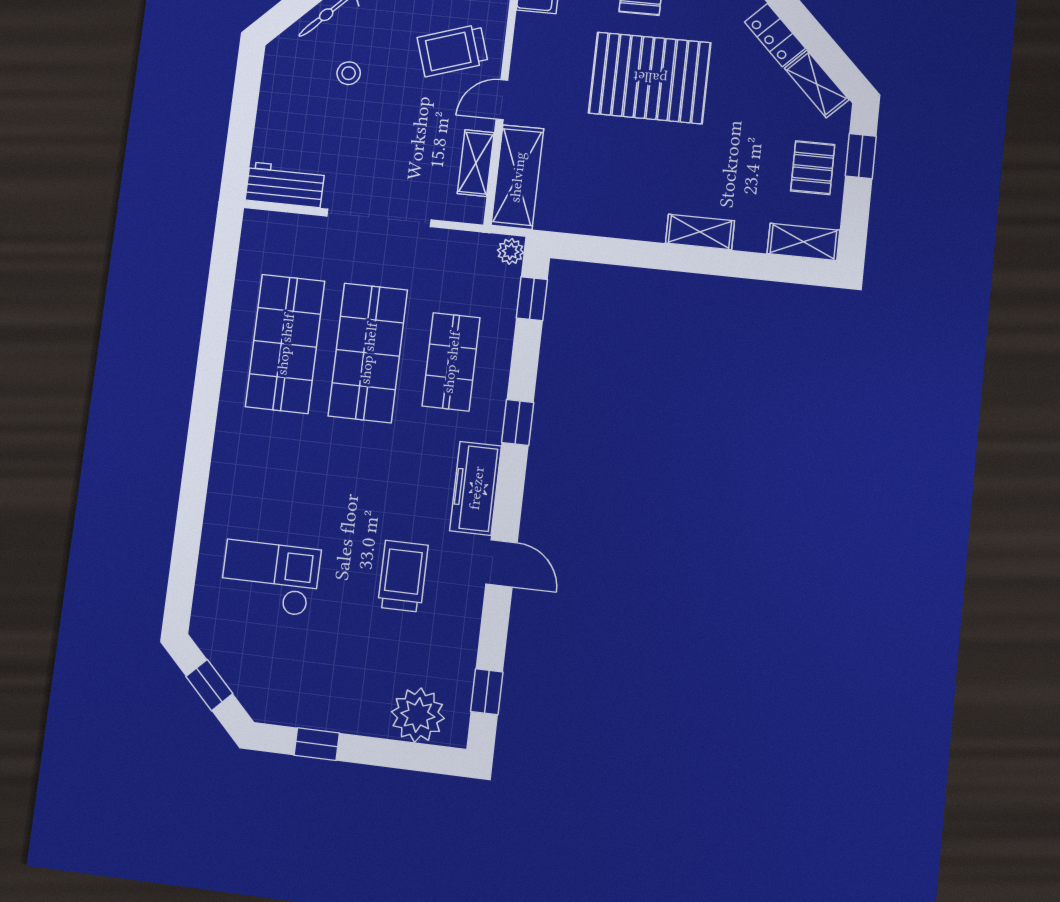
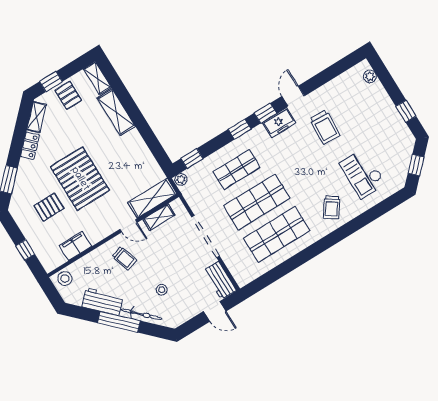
trolley: (453, 50) -> (124, 258), width x0.73, depth x0.72
door: (240, 136) -> (215, 311), added
pallet: (813, 168) -> (68, 95), turned 90
shelving: (700, 232) -> (116, 112), width x1.50, depth x1.33
trolley: (255, 477) -> (332, 207), added
freezer: (476, 488) -> (279, 123), width x0.71
trolley: (403, 576) -> (325, 127), turned -87
window: (487, 692) -> (265, 113), moved
plant: (418, 715) -> (370, 76), width x0.53, depth x0.53

